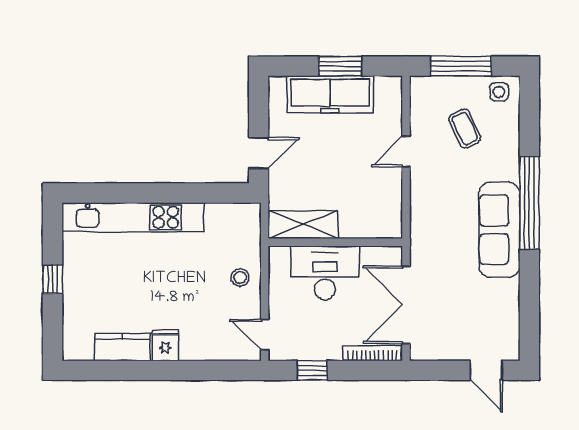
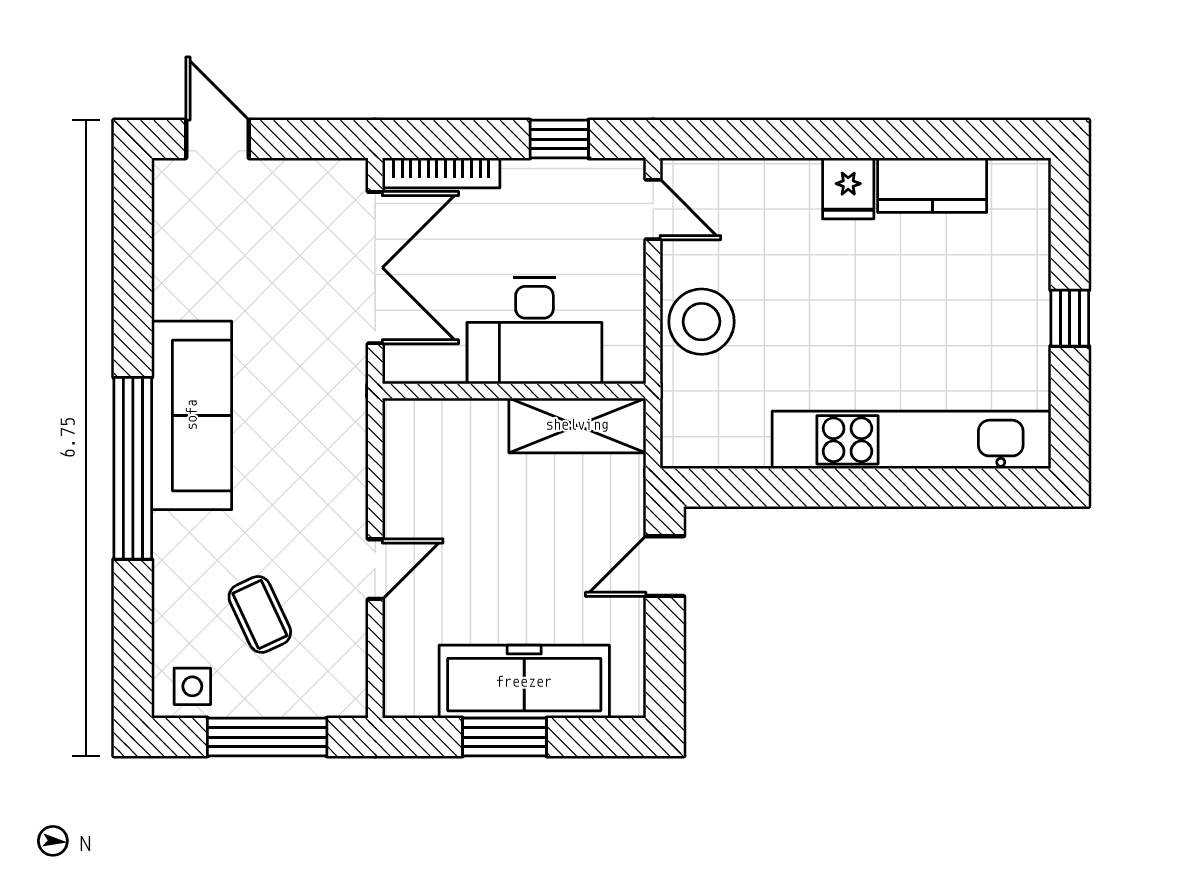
stool: (240, 277) -> (701, 322), width x1.89, depth x1.89

